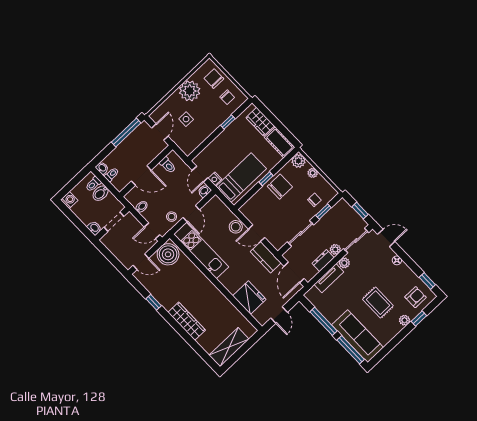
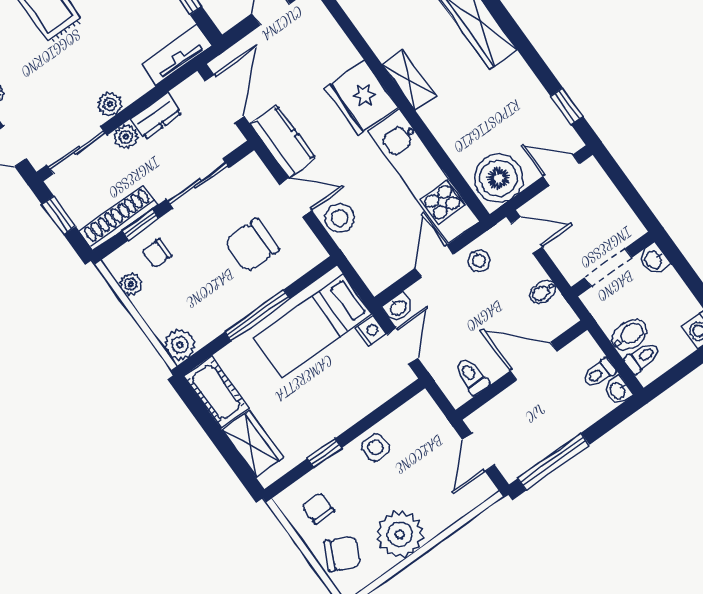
chair: (214, 79) -> (342, 554), turned -65
side table: (186, 119) -> (376, 447), moved
plant: (313, 173) -> (131, 284), moved
window: (266, 179) -> (258, 315), width x2.17
chair: (280, 187) -> (252, 245), moved
shoe rack: (333, 213) -> (119, 218), added
tv unit: (329, 278) -> (177, 55), moved
shelving: (214, 292) -> (409, 80), added
fridge: (249, 298) -> (361, 98), moved
window: (154, 302) -> (567, 106), moved

